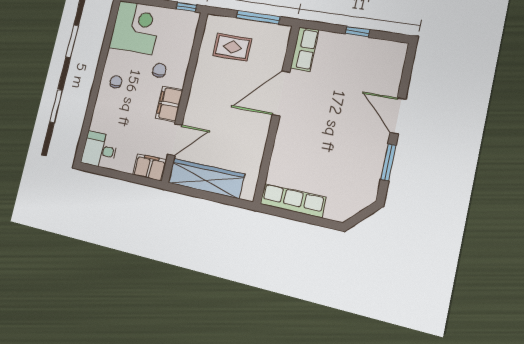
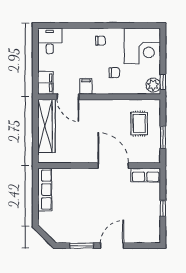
window: (258, 17) -> (163, 137), width x0.69
plant: (187, 20) -> (153, 85), added
filing cabinet: (169, 104) -> (86, 86), width x0.50

